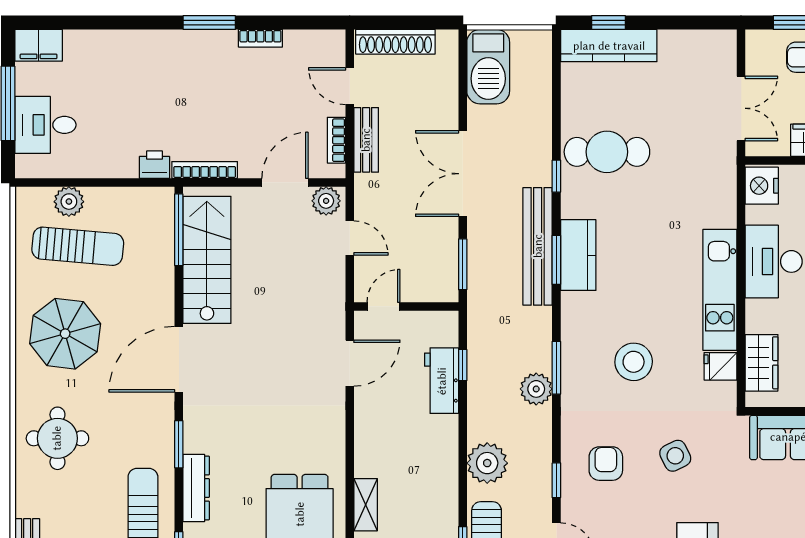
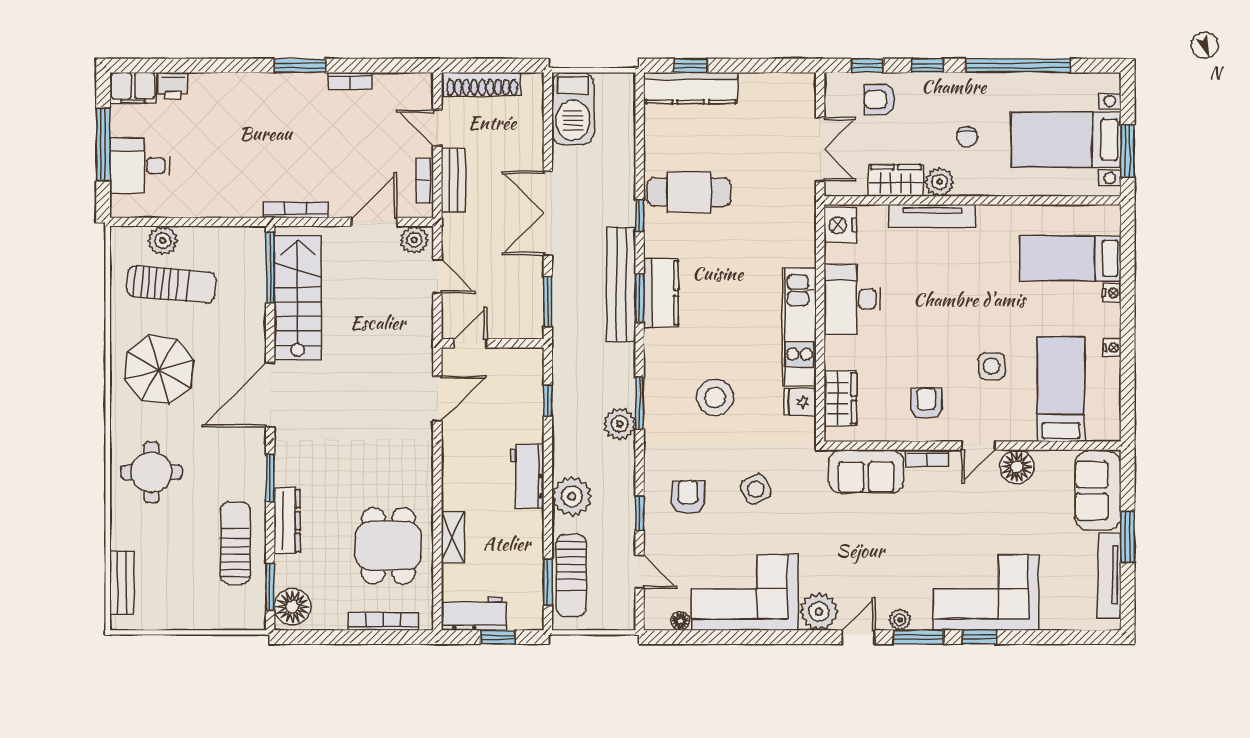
printer: (155, 165) -> (173, 86), moved, turned 180
workbench: (442, 381) -> (527, 476), moved

